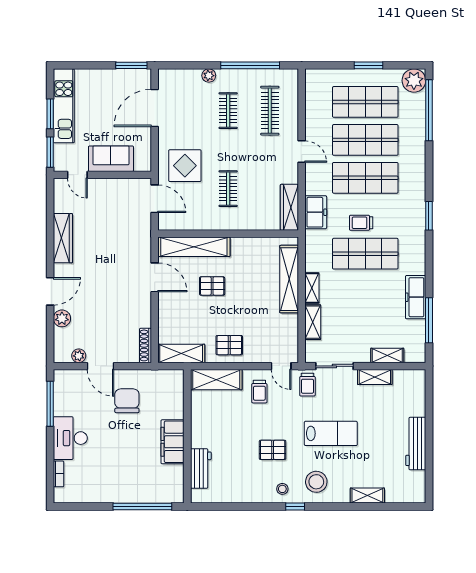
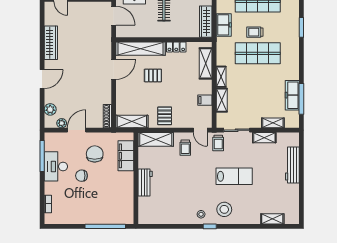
locker: (246, 245) -> (176, 47), added
door: (155, 277) -> (114, 69), hinge flipped
shelving: (289, 279) -> (206, 63), width x0.68
freezer: (416, 297) -> (292, 95), moved
plant: (62, 318) -> (50, 109), moved
filing cabinet: (288, 322) -> (205, 100), added
pallet: (229, 345) -> (165, 116), turned 90
door: (101, 366) -> (77, 130), swing flipped
chair: (108, 433) -> (81, 176), added
desk: (70, 438) -> (56, 166), moved
filing cabinet: (173, 442) -> (126, 156), moved
workbench: (416, 444) -> (292, 165), moved
pallet: (273, 450) -> (194, 188), removed
workbench: (201, 469) -> (145, 183), moved
shelving: (367, 496) -> (272, 219), moved

